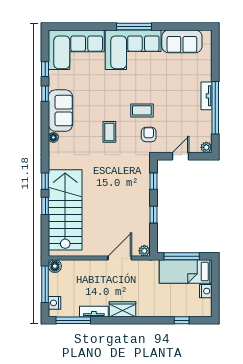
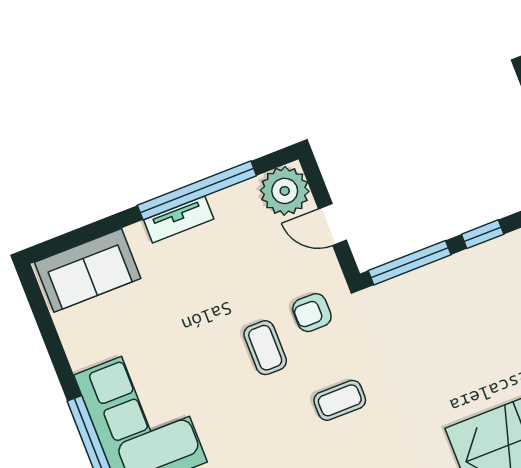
sofa: (182, 41) -> (88, 270), moved, turned 90
plant: (206, 147) -> (285, 191), width x1.87, depth x1.87
window: (153, 181) -> (410, 263), width x2.17

